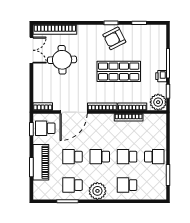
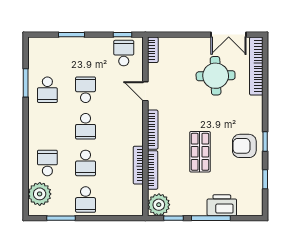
armchair: (114, 38) -> (244, 146), turned -63
shop shelf: (119, 71) -> (200, 152), width x0.70, depth x0.74
printer: (161, 76) -> (222, 205), moved, width x1.87, depth x1.48
door: (74, 112) -> (145, 91), width x0.53
school desk: (100, 157) -> (86, 126), turned 180
school desk: (127, 157) -> (86, 163), turned 180
piano: (41, 162) -> (78, 47), removed
school desk: (72, 185) -> (47, 90), turned 180
plant: (97, 191) -> (40, 194), moved

